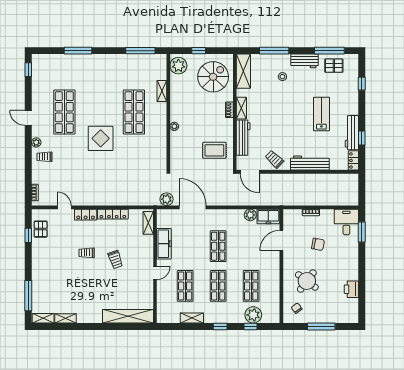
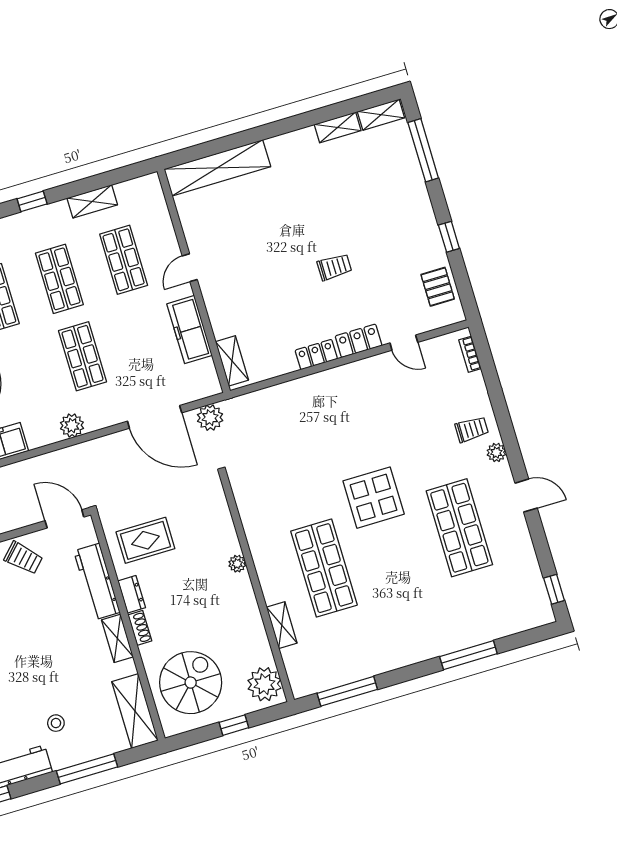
spiral stairs: (213, 77) -> (191, 683), turned 180
dresser: (228, 127) -> (132, 594), added
locker: (113, 214) -> (316, 355), width x0.66
plant: (250, 215) -> (72, 425), moved
window: (28, 235) -> (449, 237), moved
trolley: (115, 260) -> (275, 271), removed

